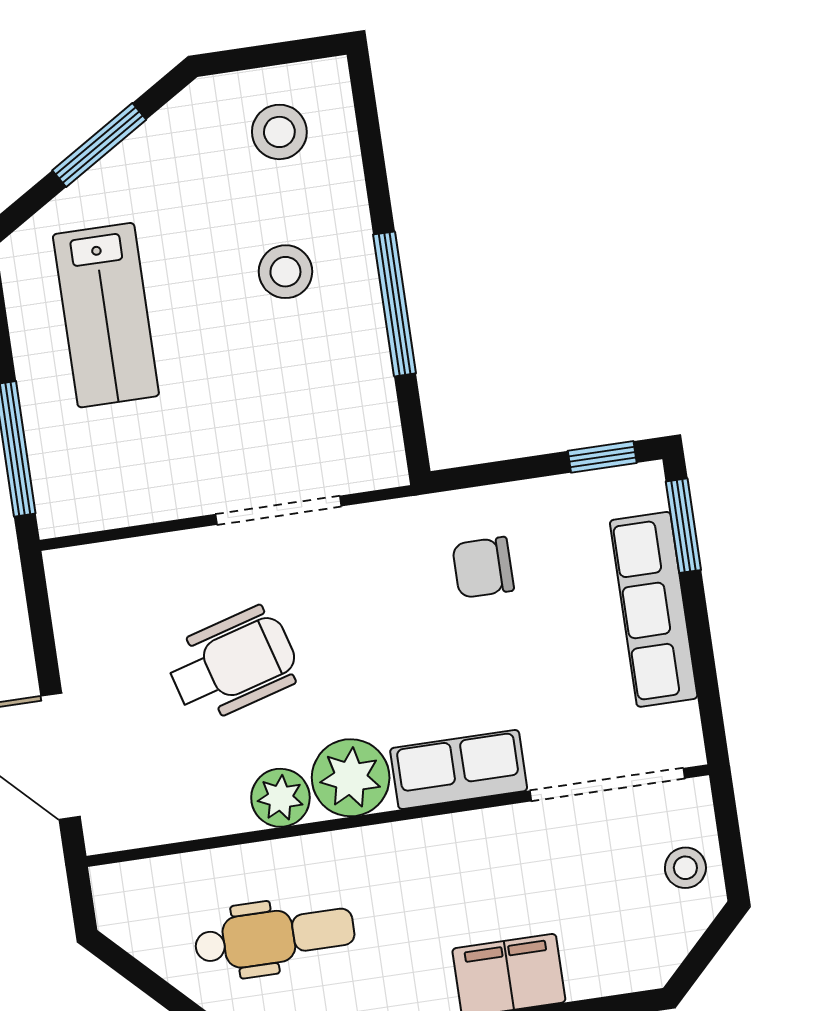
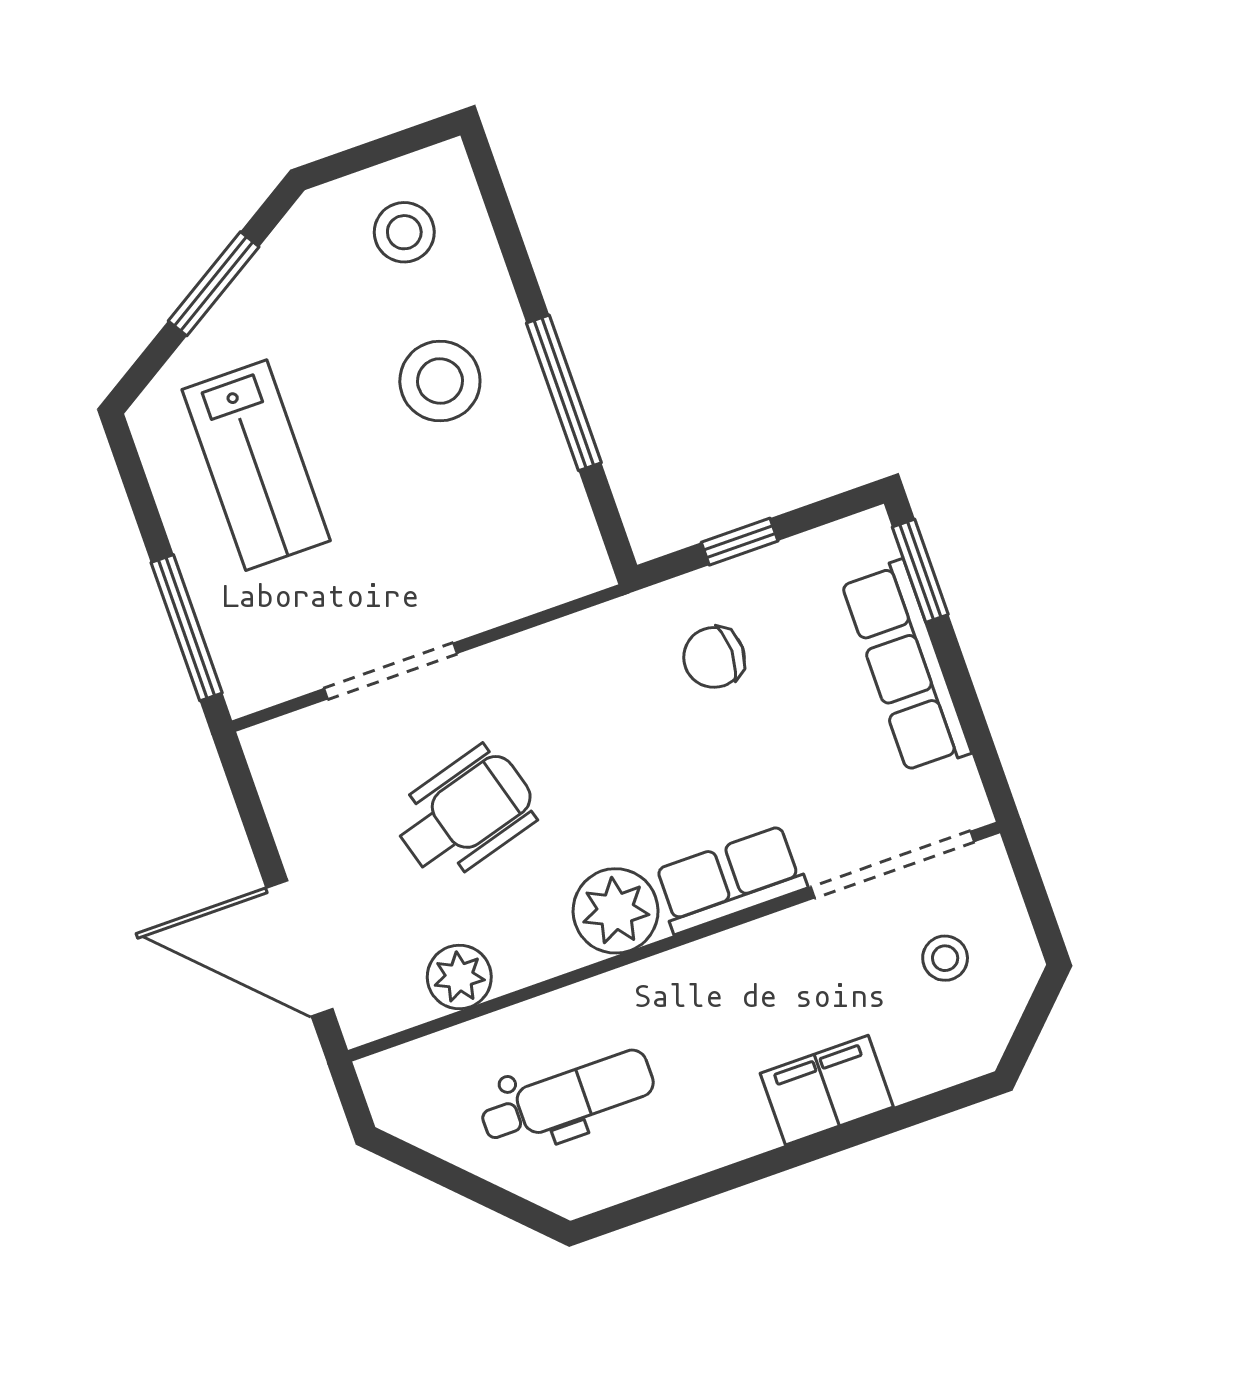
stool: (285, 272) -> (440, 381), width x1.38, depth x1.38
window: (602, 457) -> (740, 542), moved
doorway: (278, 510) -> (390, 671), moved
plant: (280, 798) -> (459, 977), moved
stool: (685, 868) -> (945, 958), moved

